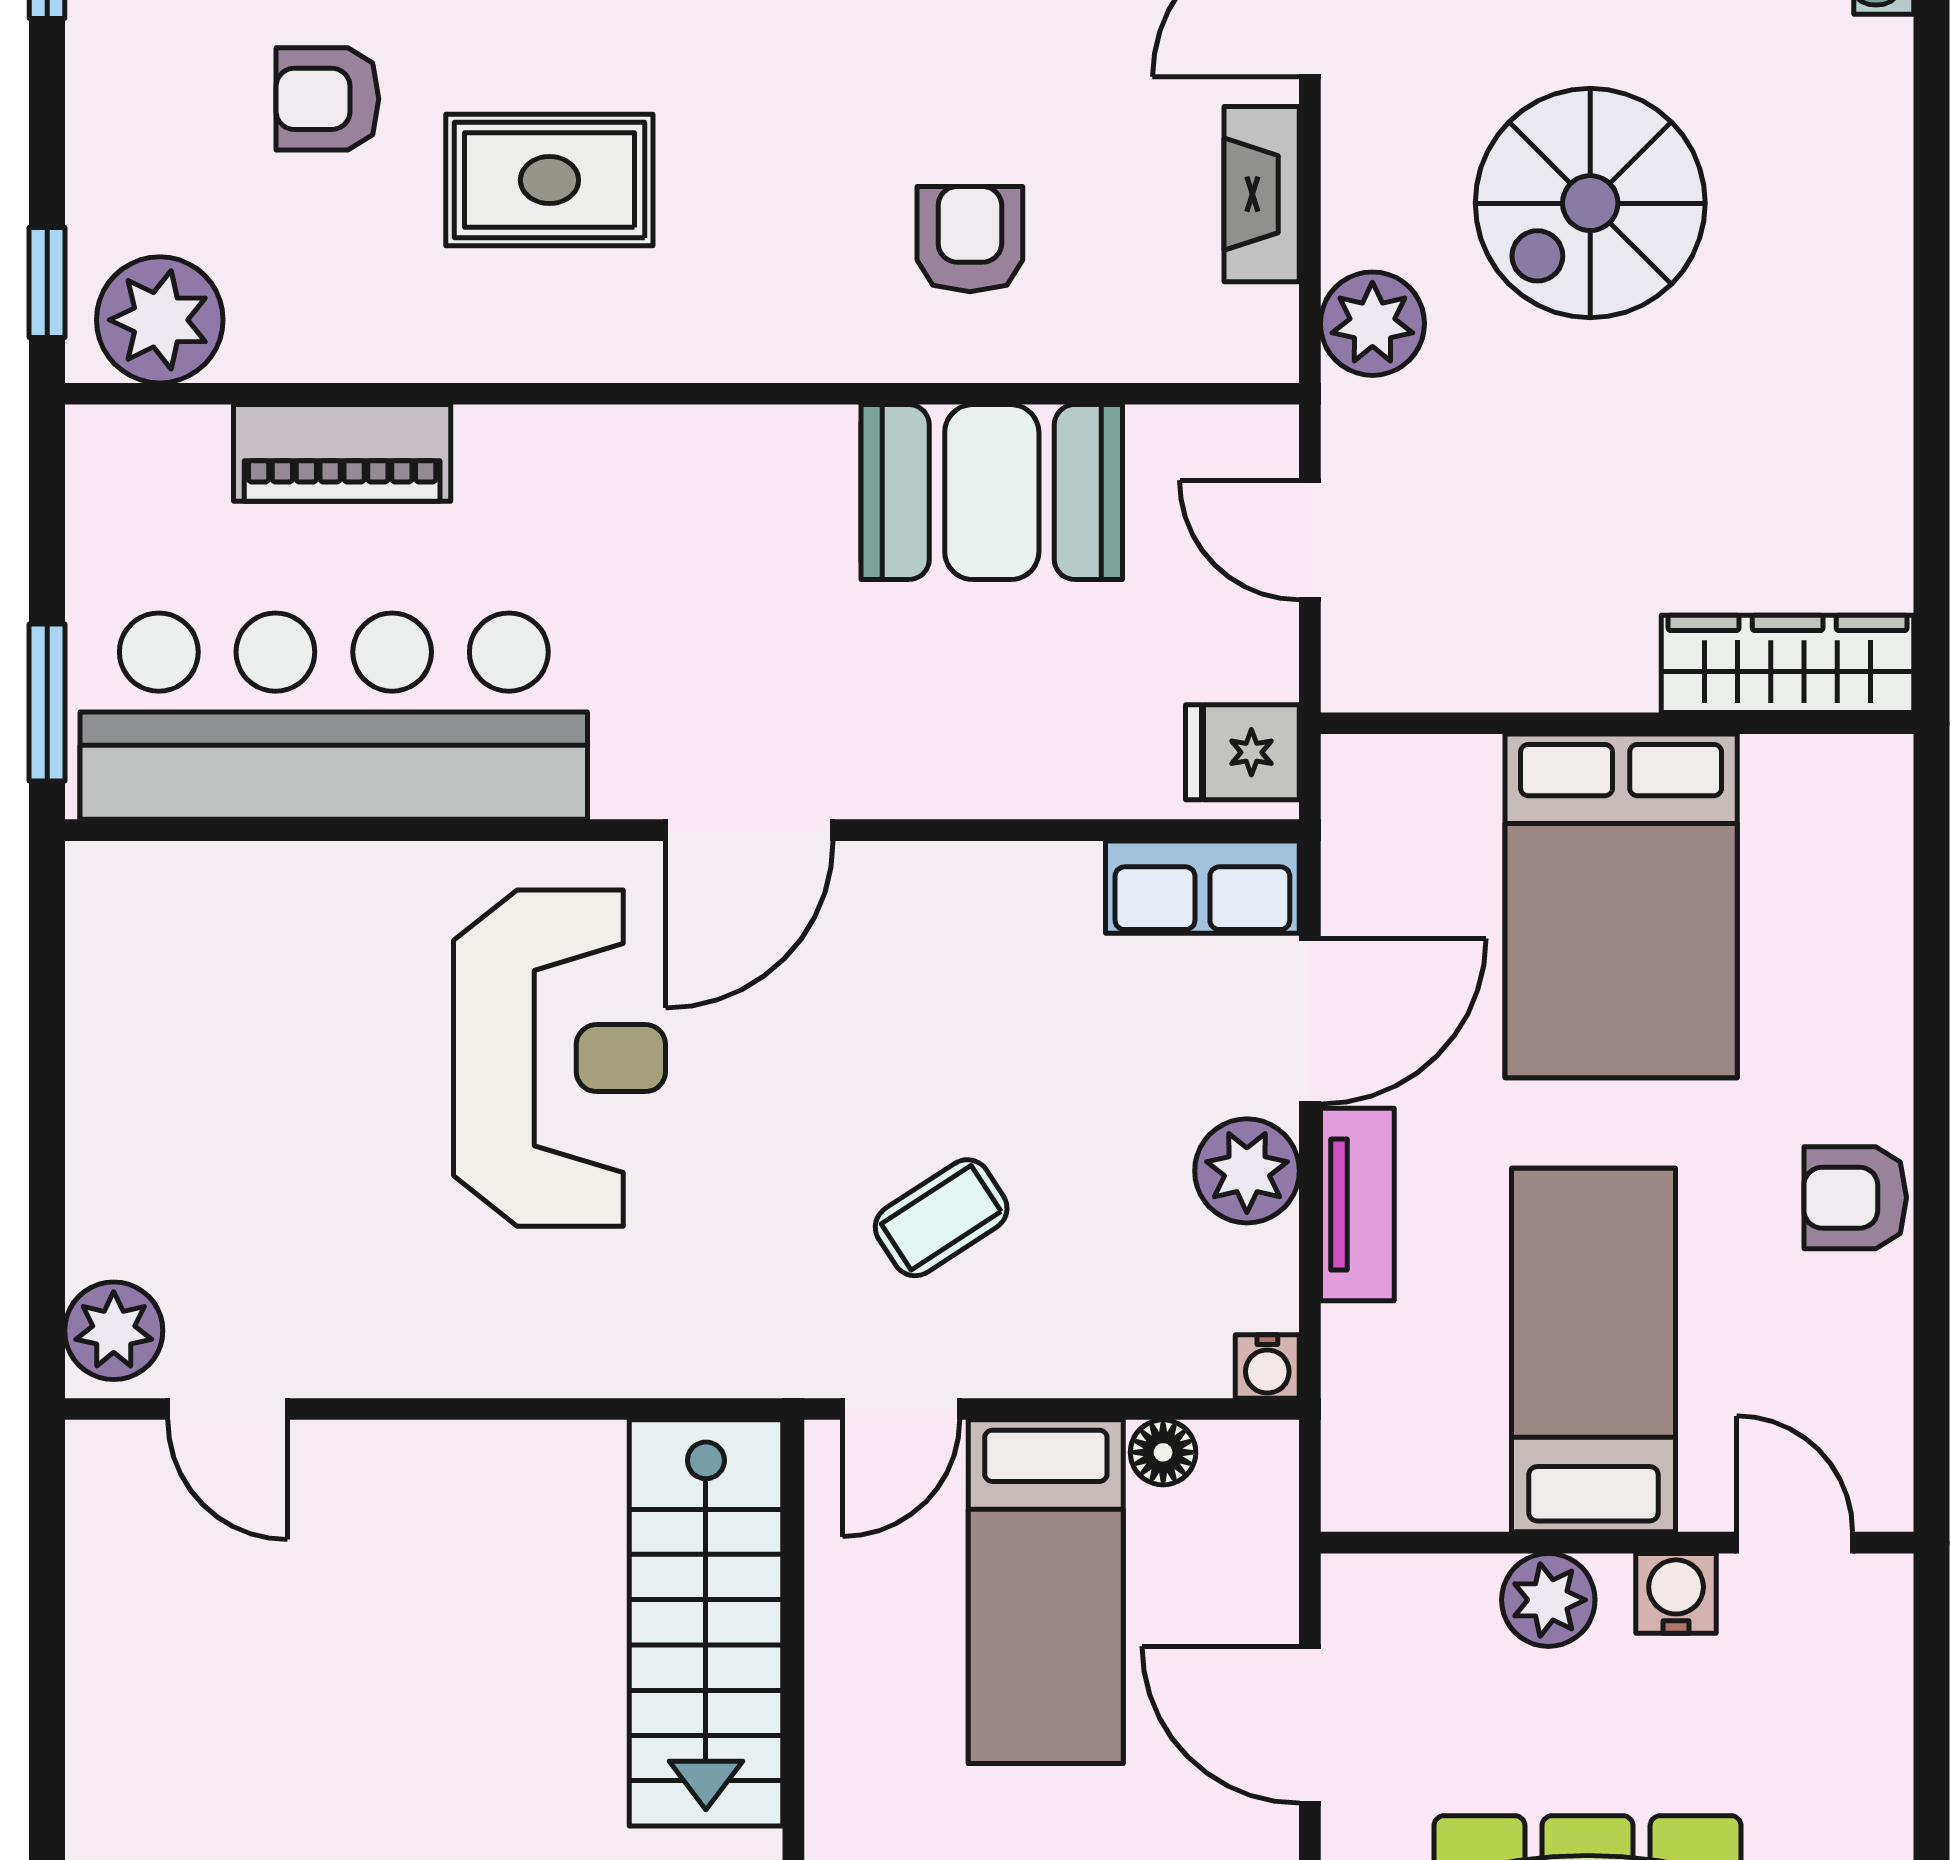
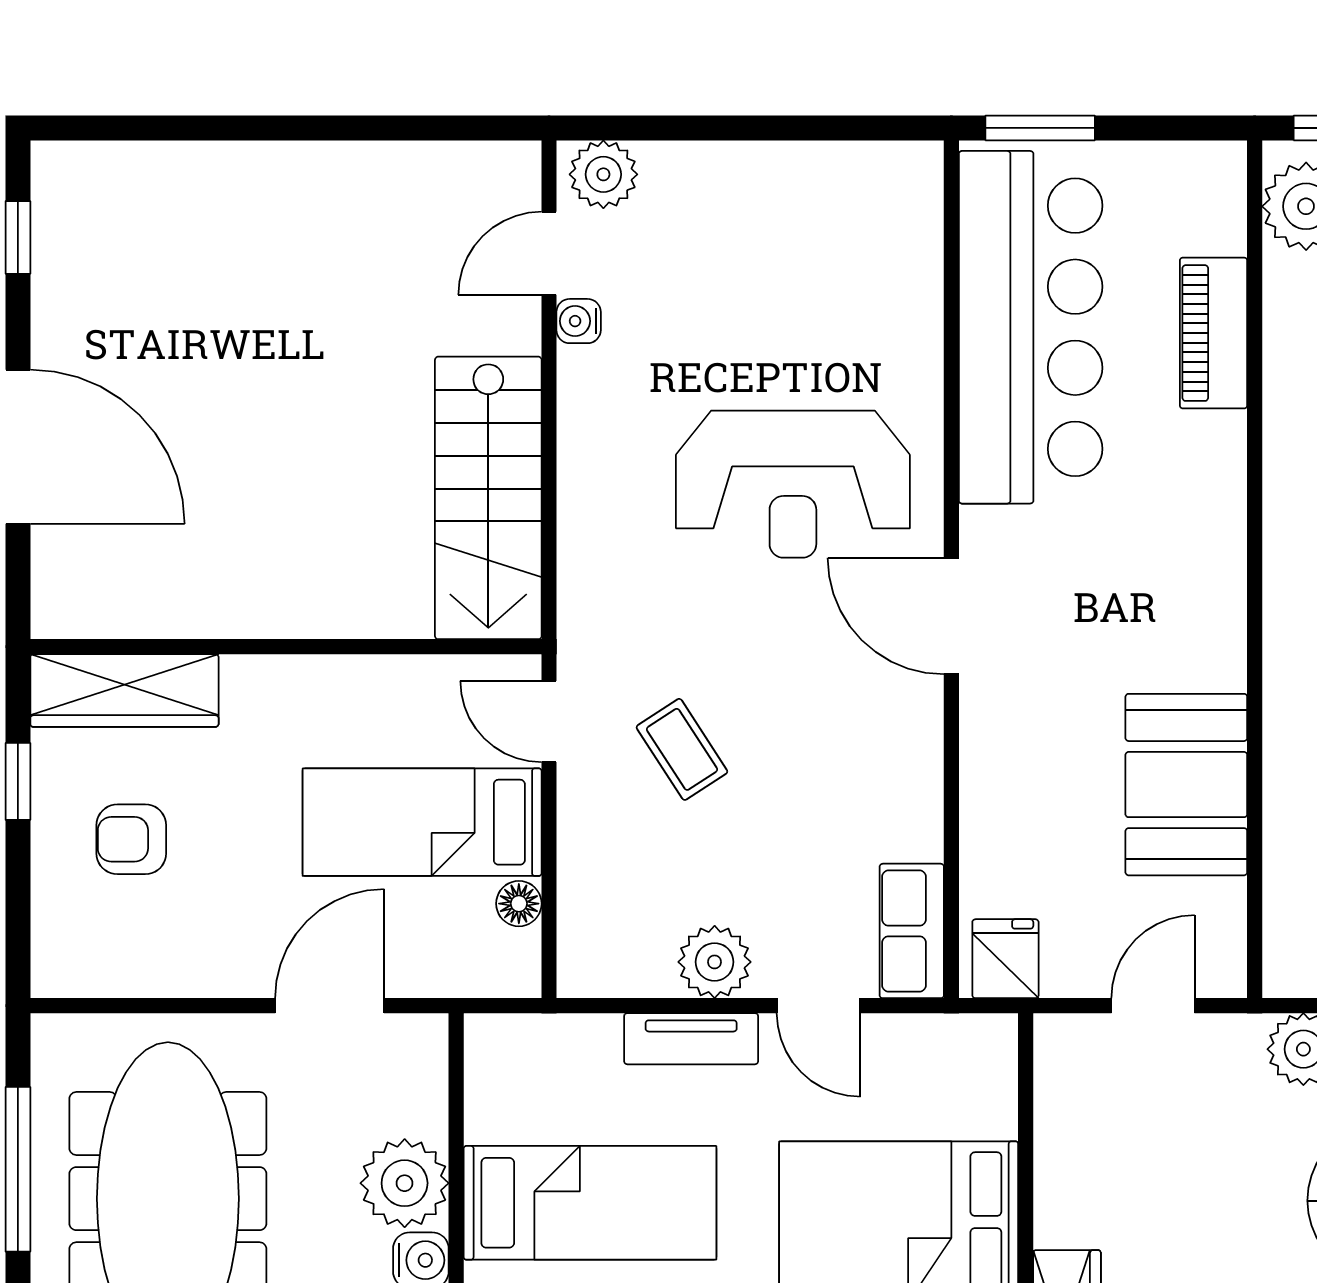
door: (1310, 1021) -> (819, 1006), width x0.73
water cooler: (1267, 1366) -> (579, 321), moved
plant: (1548, 1600) -> (405, 1183), width x1.36, depth x1.36
stairs: (706, 1623) -> (488, 498), moved, turned -90

